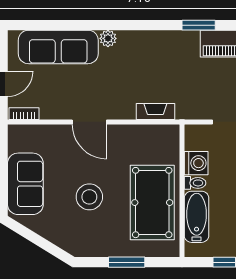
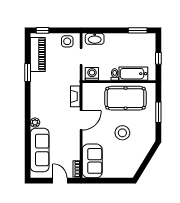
door: (89, 122) -> (81, 120), moved
washing machine: (196, 163) -> (92, 74), moved
sofa: (25, 184) -> (92, 161), moved, turned 90

